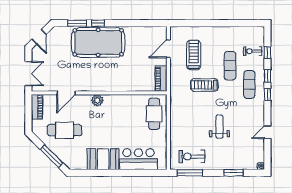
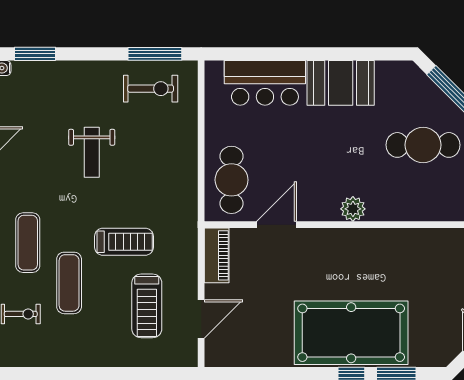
door: (66, 93) -> (277, 225), moved
window: (234, 173) -> (35, 54), moved

